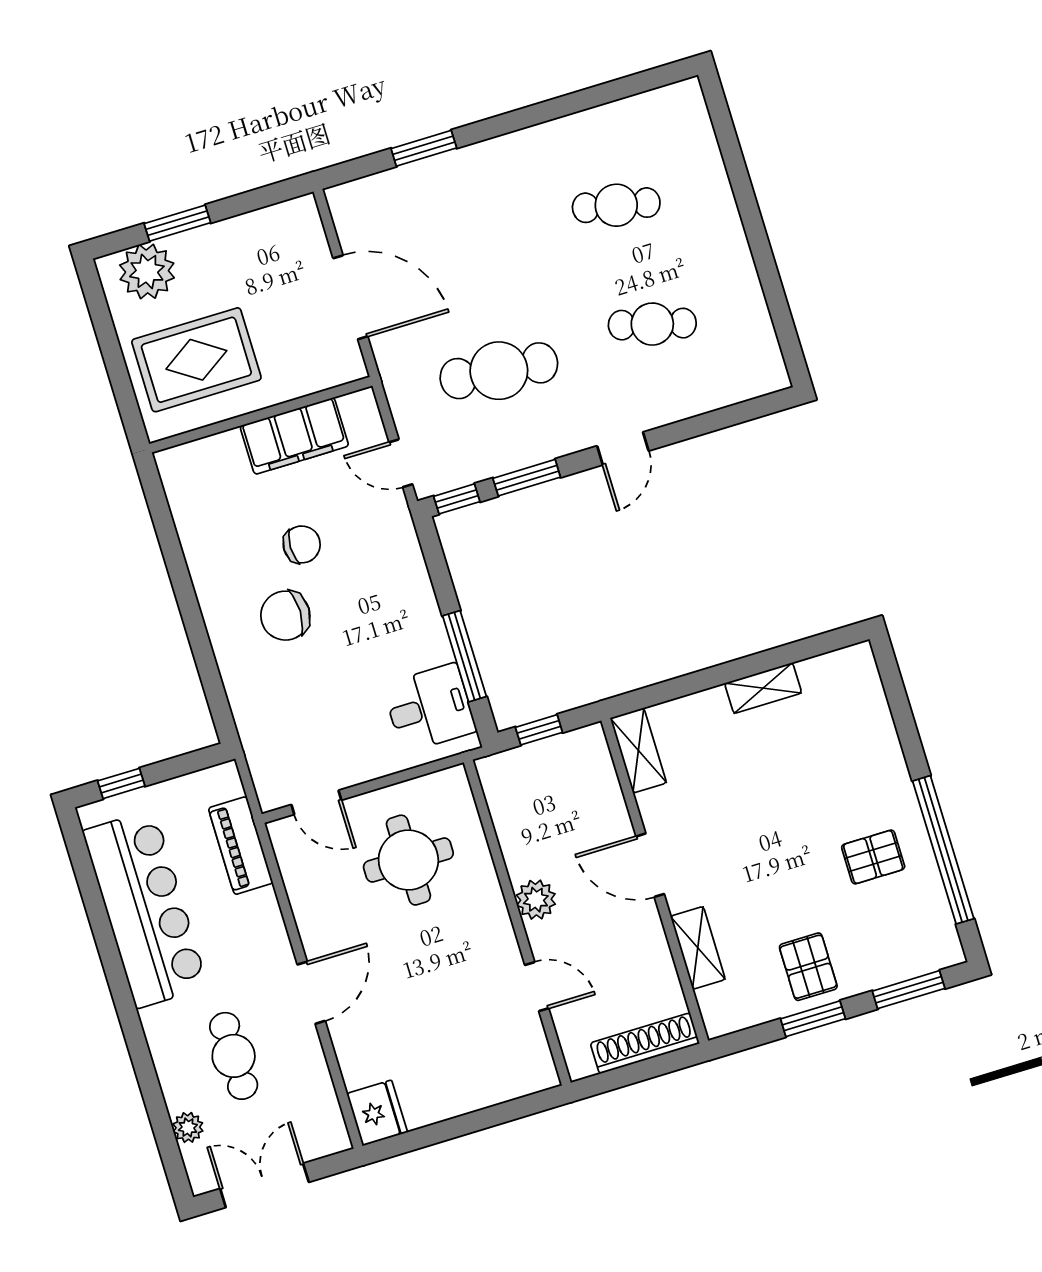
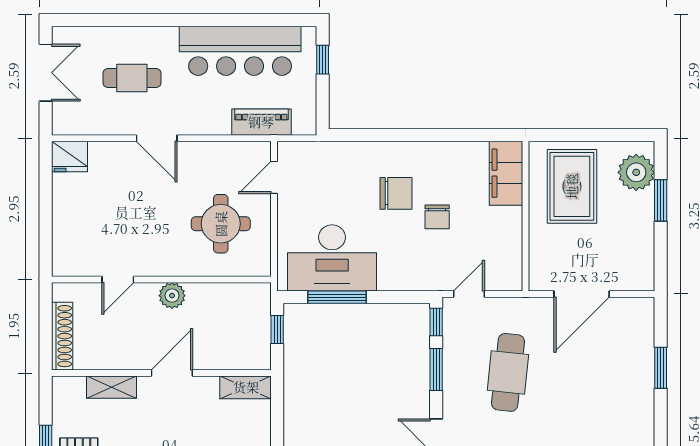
filing cabinet: (294, 436) -> (506, 173), moved
chair: (285, 616) -> (396, 193), turned 90
desk: (429, 708) -> (332, 258), width x1.87, depth x1.30
plant: (188, 1127) -> (96, 36), removed

